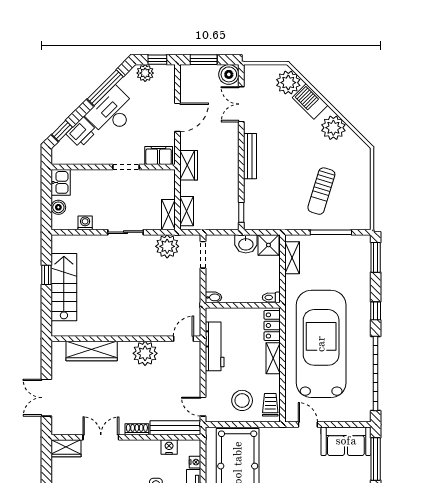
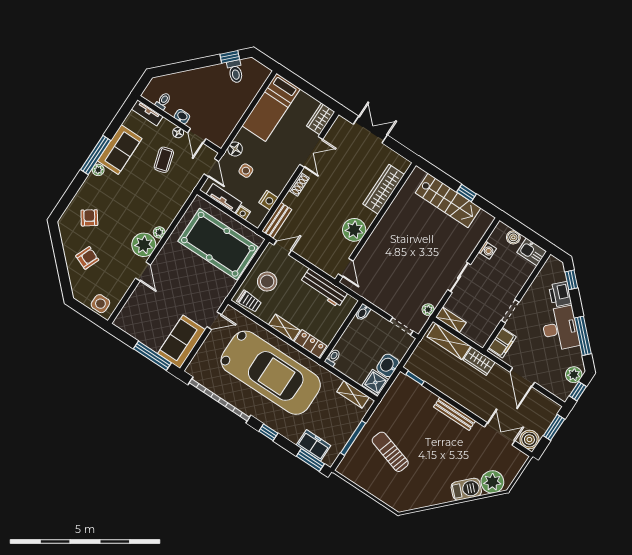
plant: (333, 128) -> (434, 494), removed
shelving: (187, 211) -> (449, 341), width x1.50, depth x1.33
plant: (167, 246) -> (428, 310), width x0.53, depth x0.53
freezer: (361, 263) -> (314, 445), added
bench: (175, 428) -> (277, 220), width x0.73

